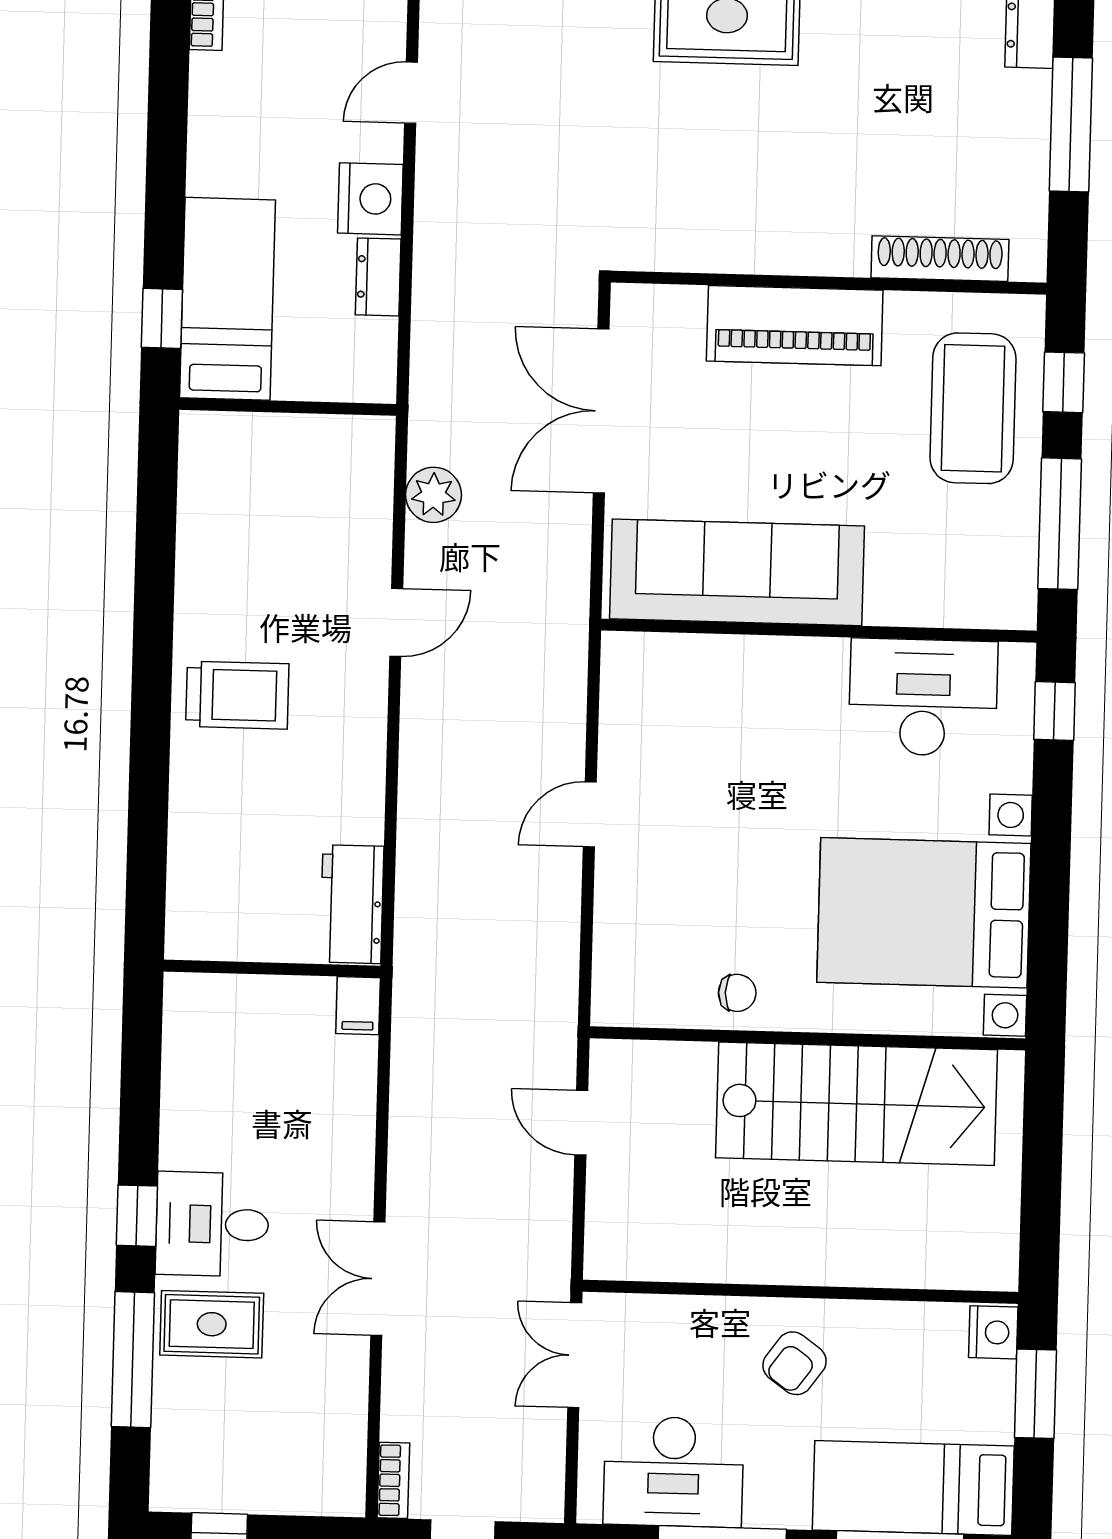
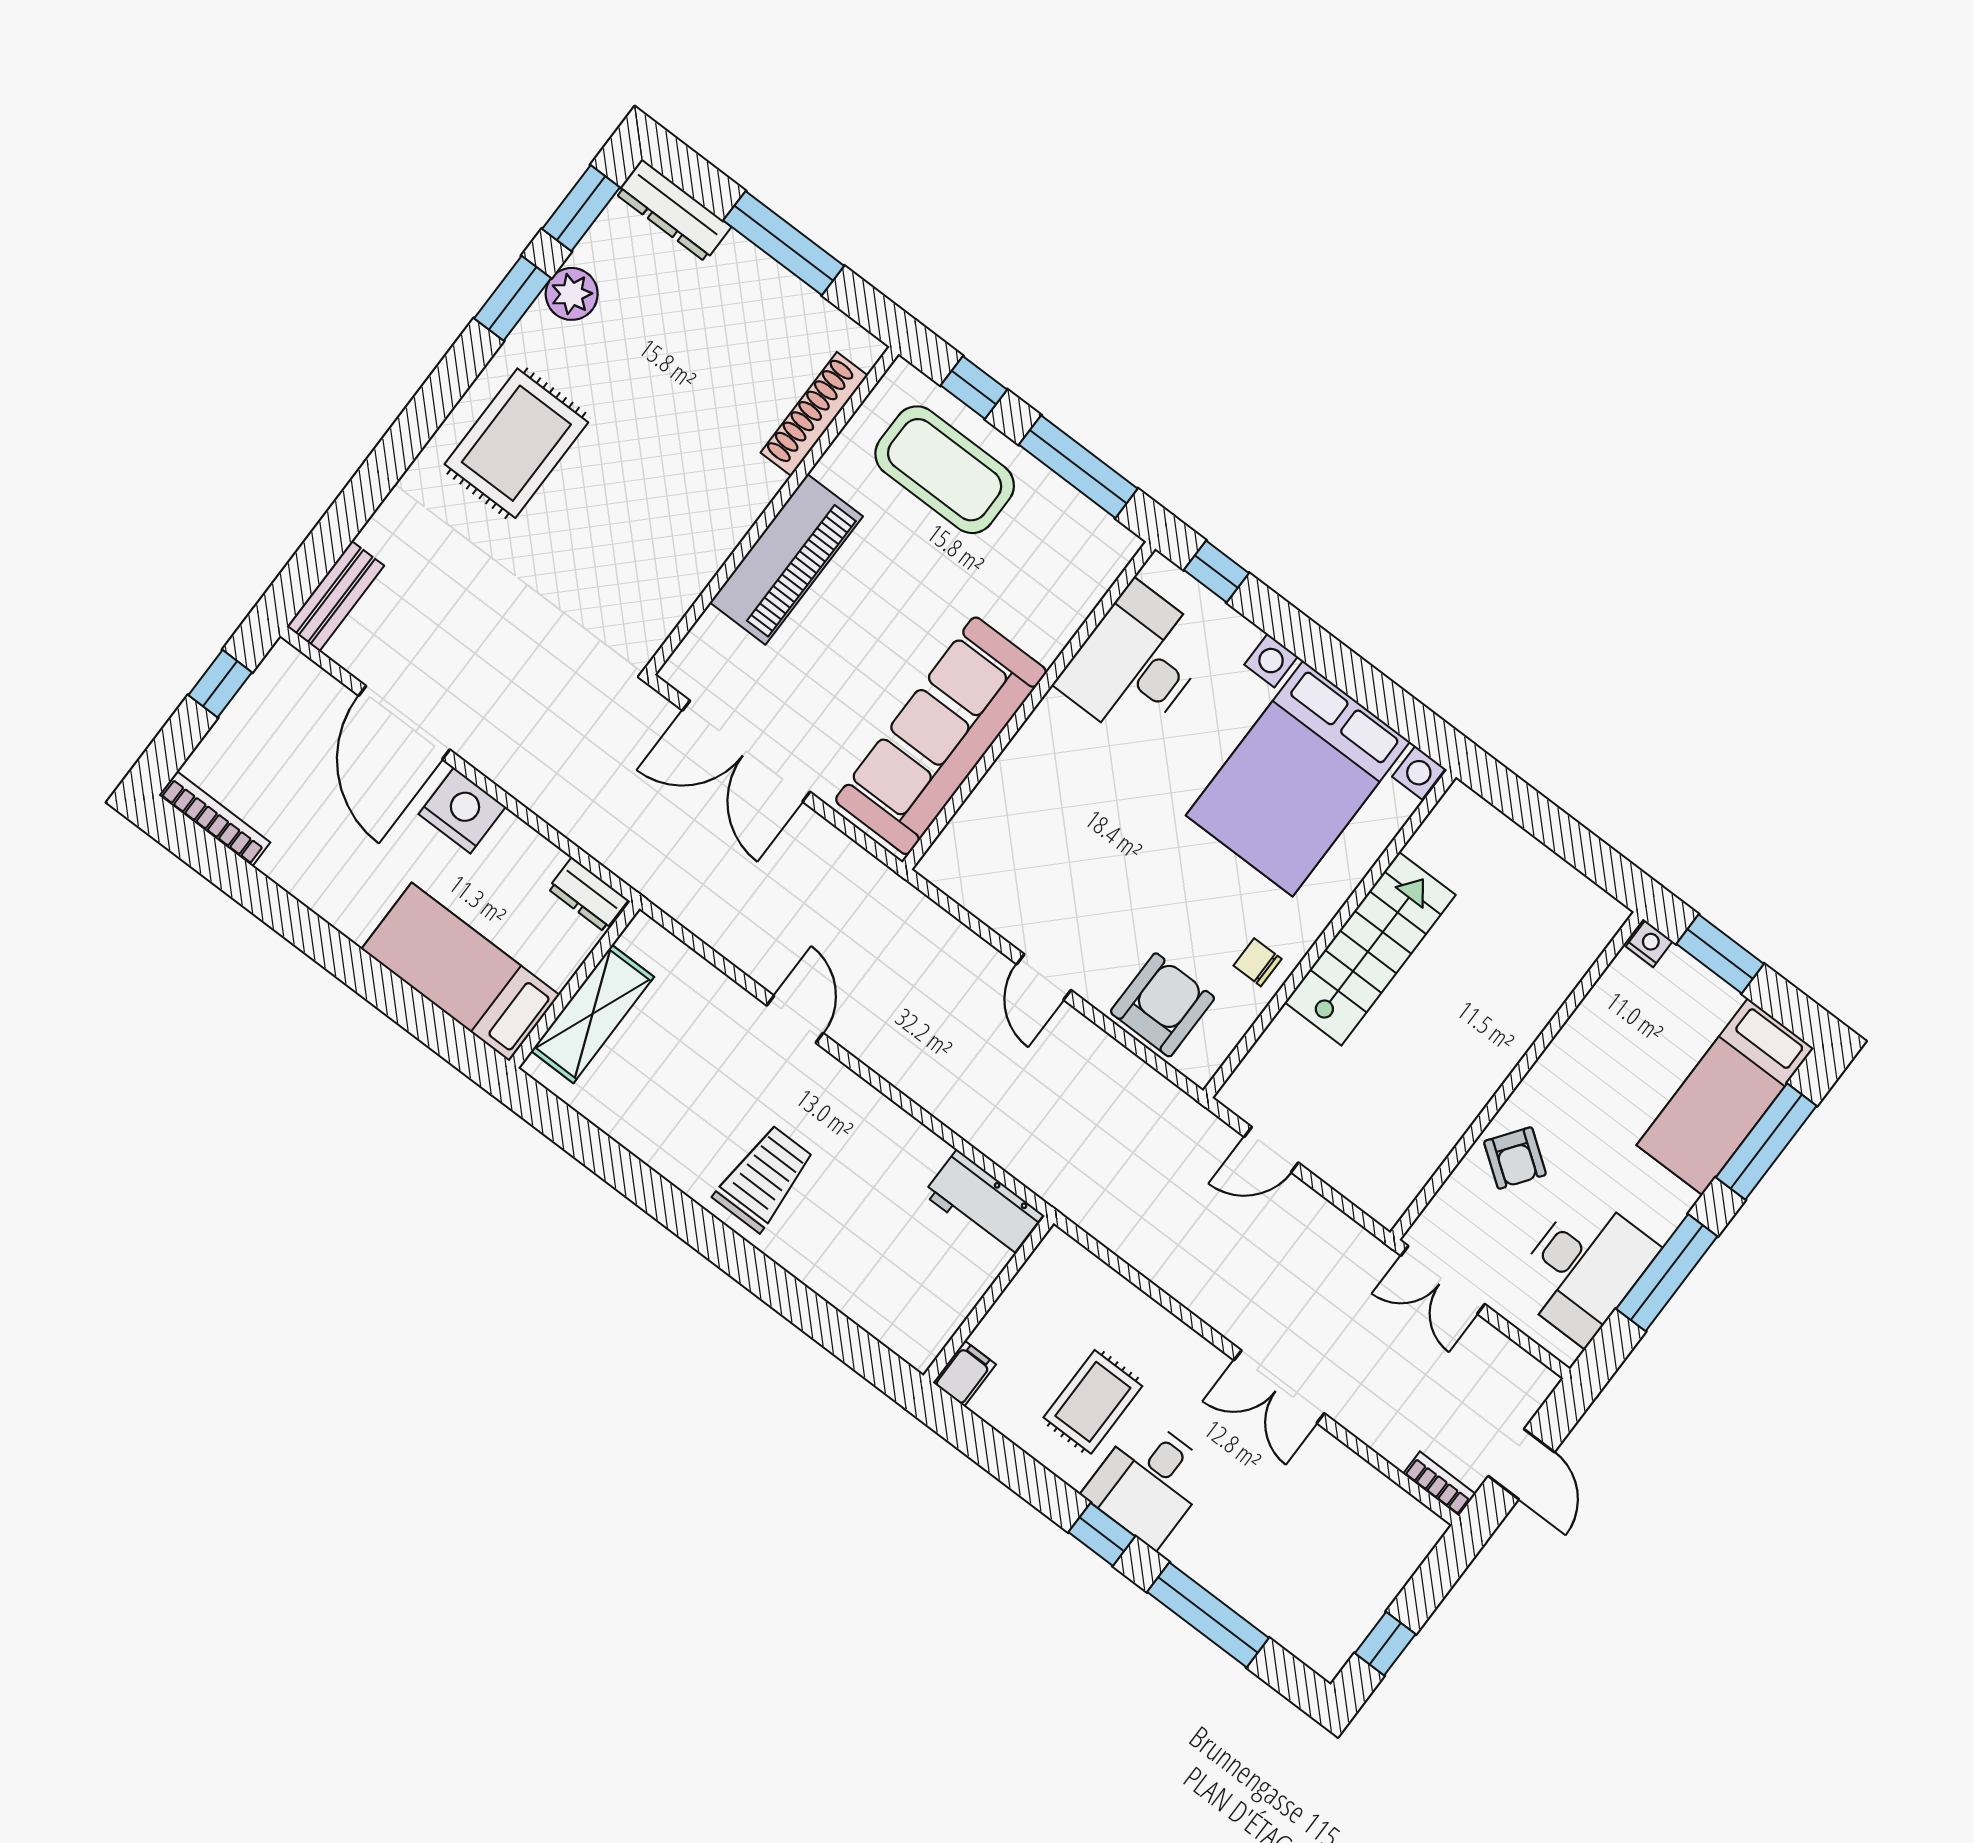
door: (411, 93) -> (404, 723), width x1.87
dresser: (378, 277) -> (588, 894), moved
window: (162, 318) -> (440, 1032), removed
shelving: (274, 441) -> (593, 1014), added
plant: (434, 495) -> (719, 922), removed
armchair: (640, 936) -> (1162, 1005), added
chair: (737, 993) -> (1258, 962), turned -90
filing cabinet: (358, 1006) -> (964, 1374), moved, turned -90
stairs: (857, 1104) -> (1370, 949), width x0.73, depth x0.66
rug: (212, 1324) -> (1093, 1402), moved
nightstand: (993, 1332) -> (1649, 944), width x0.72, depth x0.74
armchair: (795, 1363) -> (1515, 1158), moved

